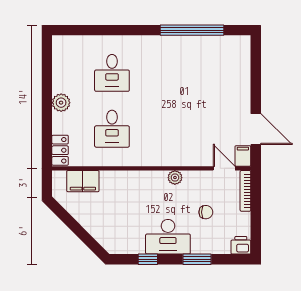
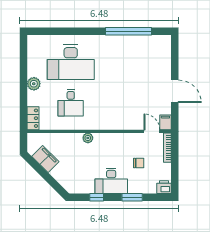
desk: (112, 73) -> (71, 62), width x1.87, depth x1.30
door: (256, 129) -> (175, 91), moved
plant: (175, 178) -> (88, 138), moved
filing cabinet: (83, 181) -> (45, 159), moved, turned -135

